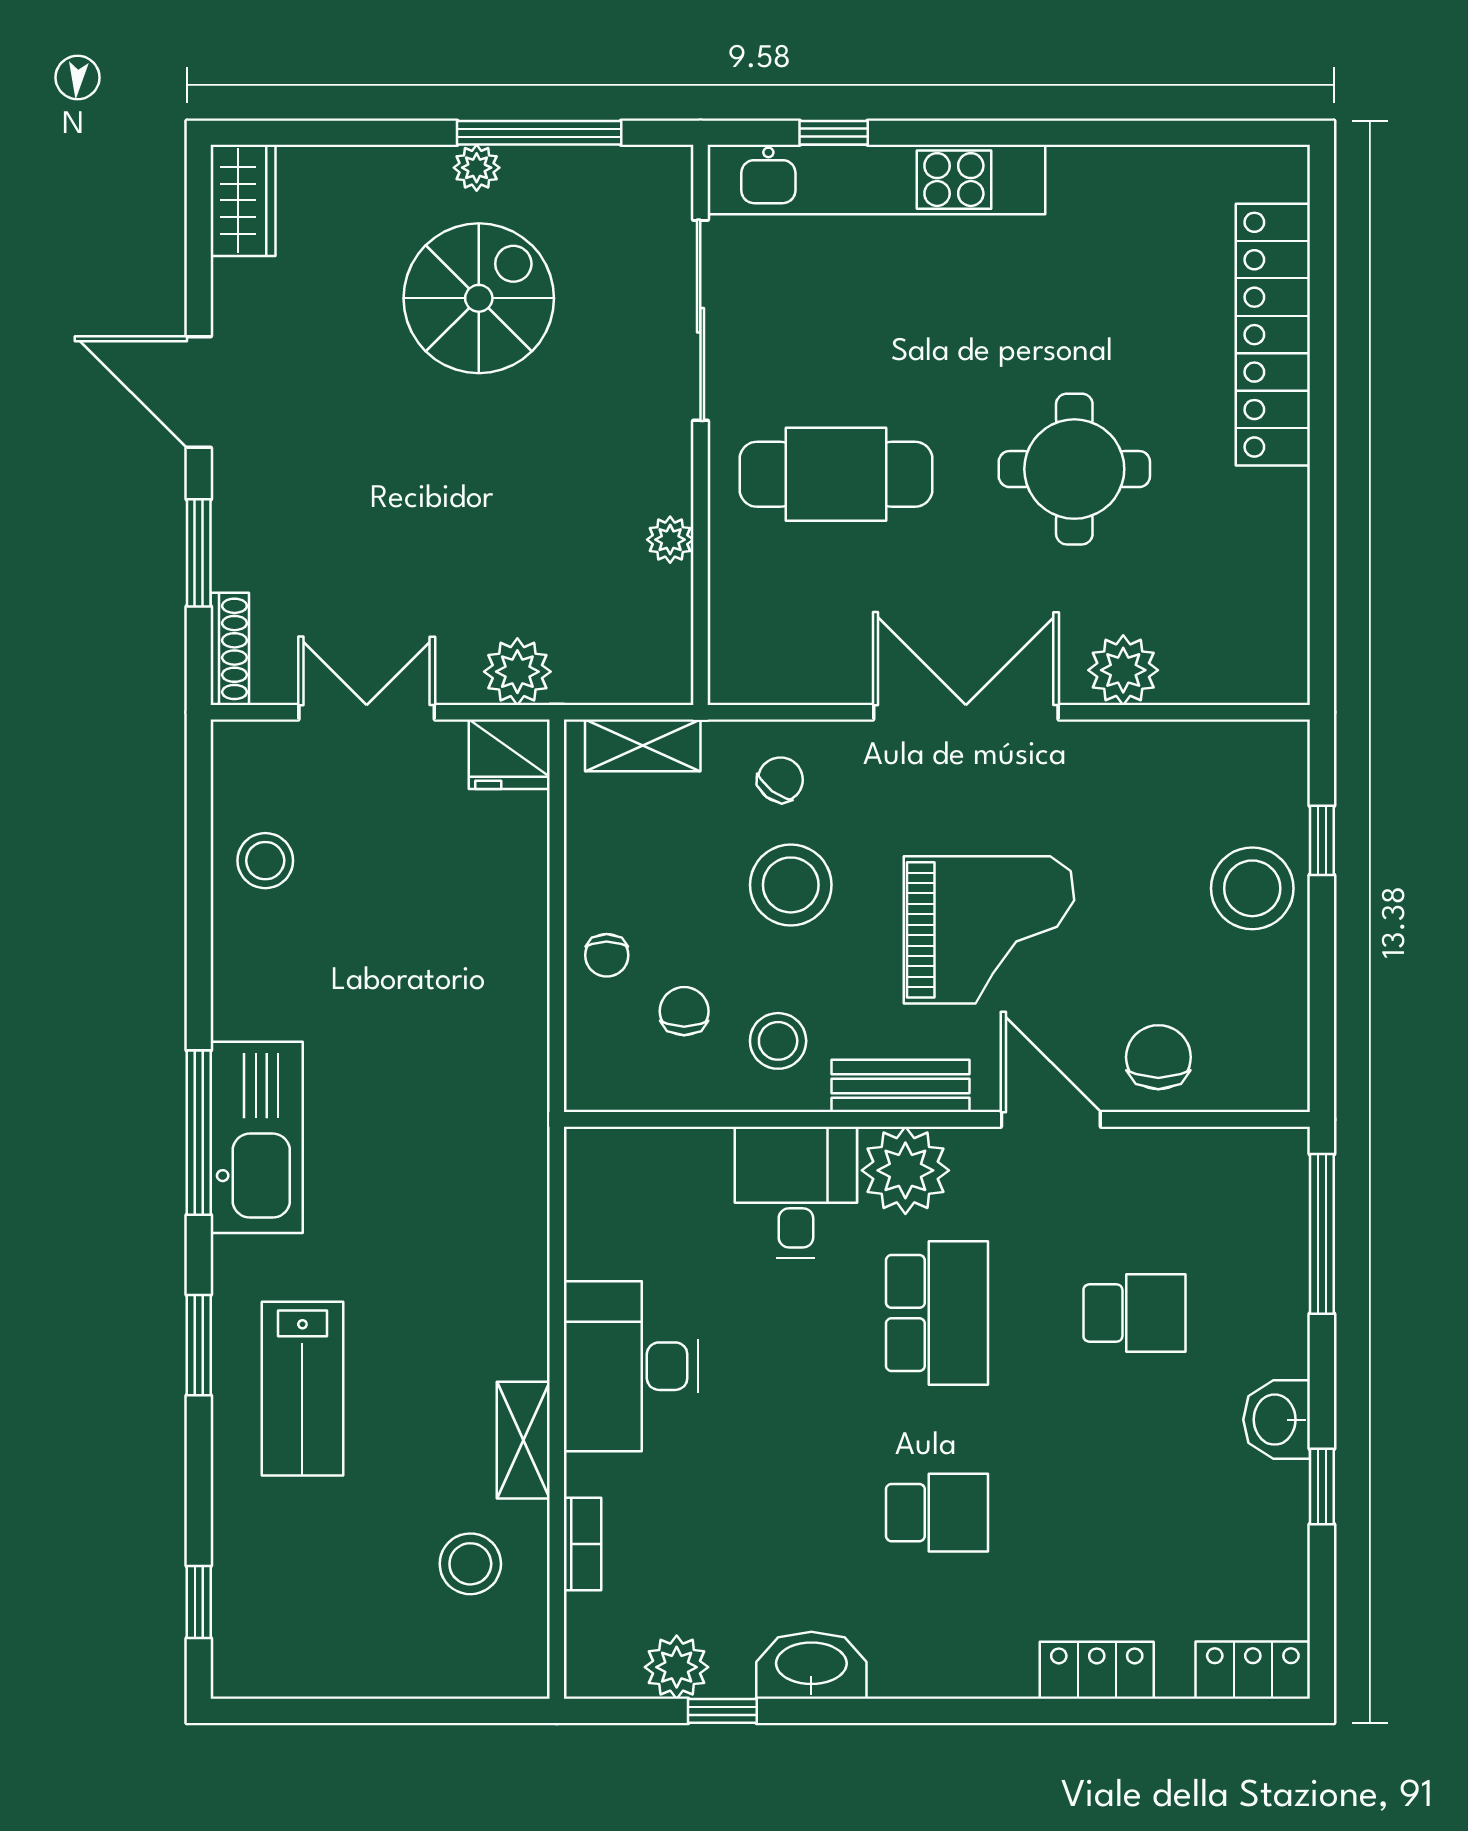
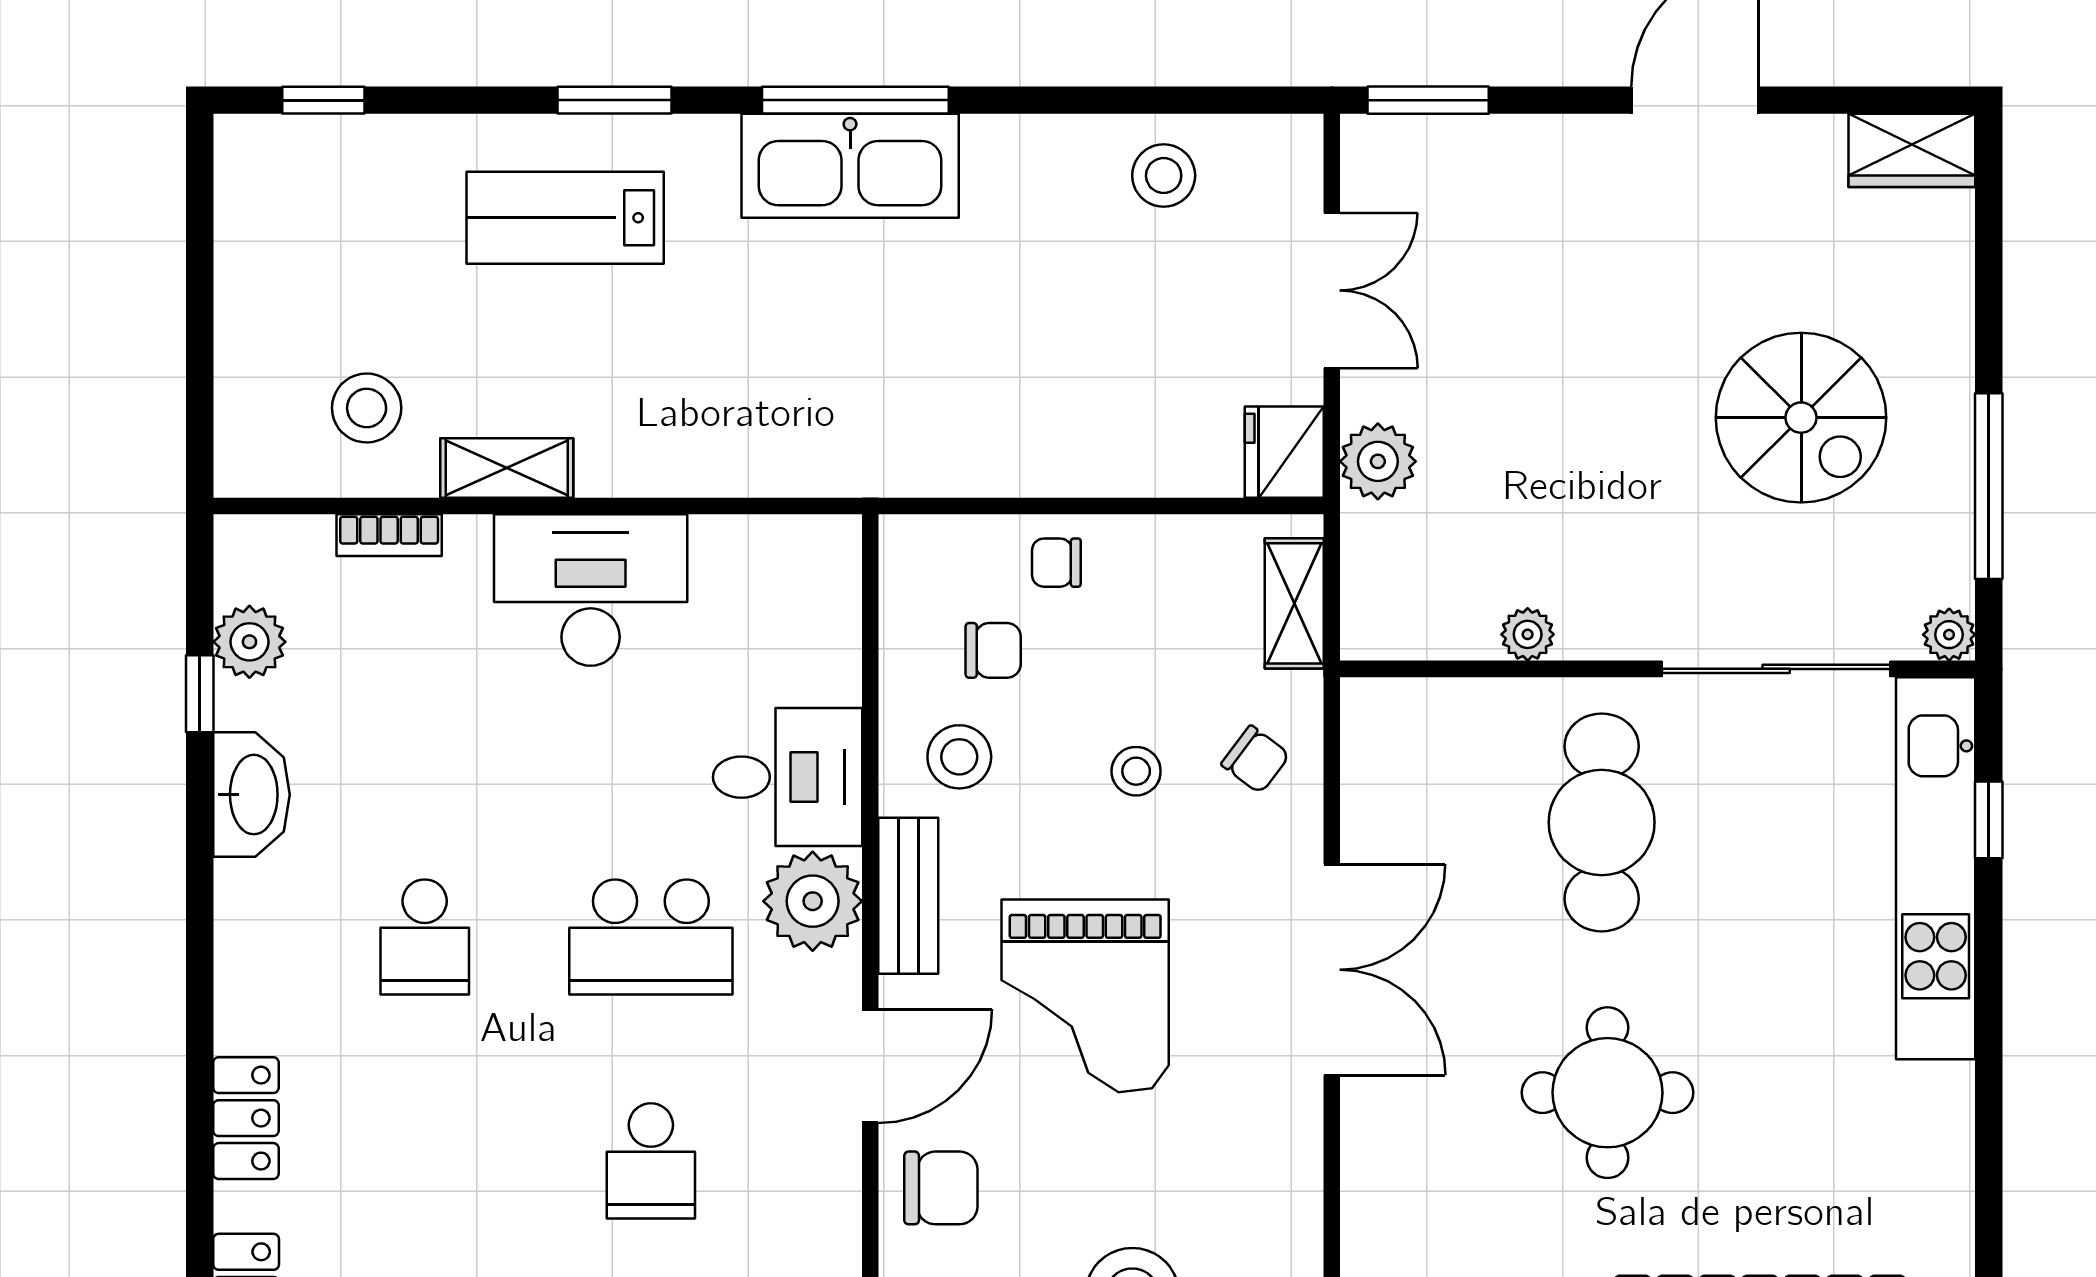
plant: (477, 168) -> (1949, 635), moved
window: (199, 553) -> (1428, 100), moved
shoe rack: (230, 649) -> (1404, 135), removed
plant: (1123, 670) -> (1380, 1148), removed
stool: (791, 885) -> (1136, 771), width x0.53, depth x0.53

